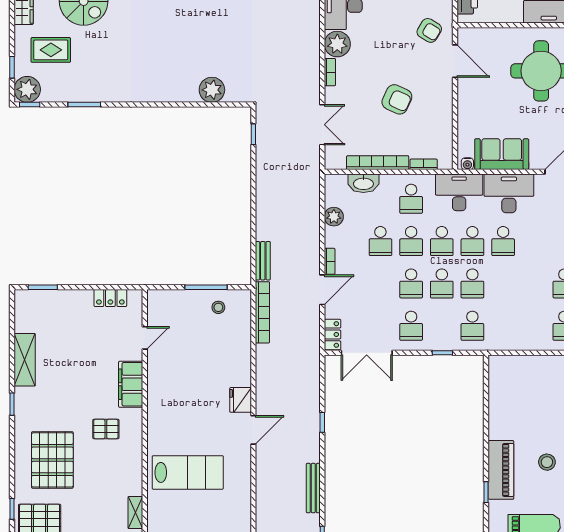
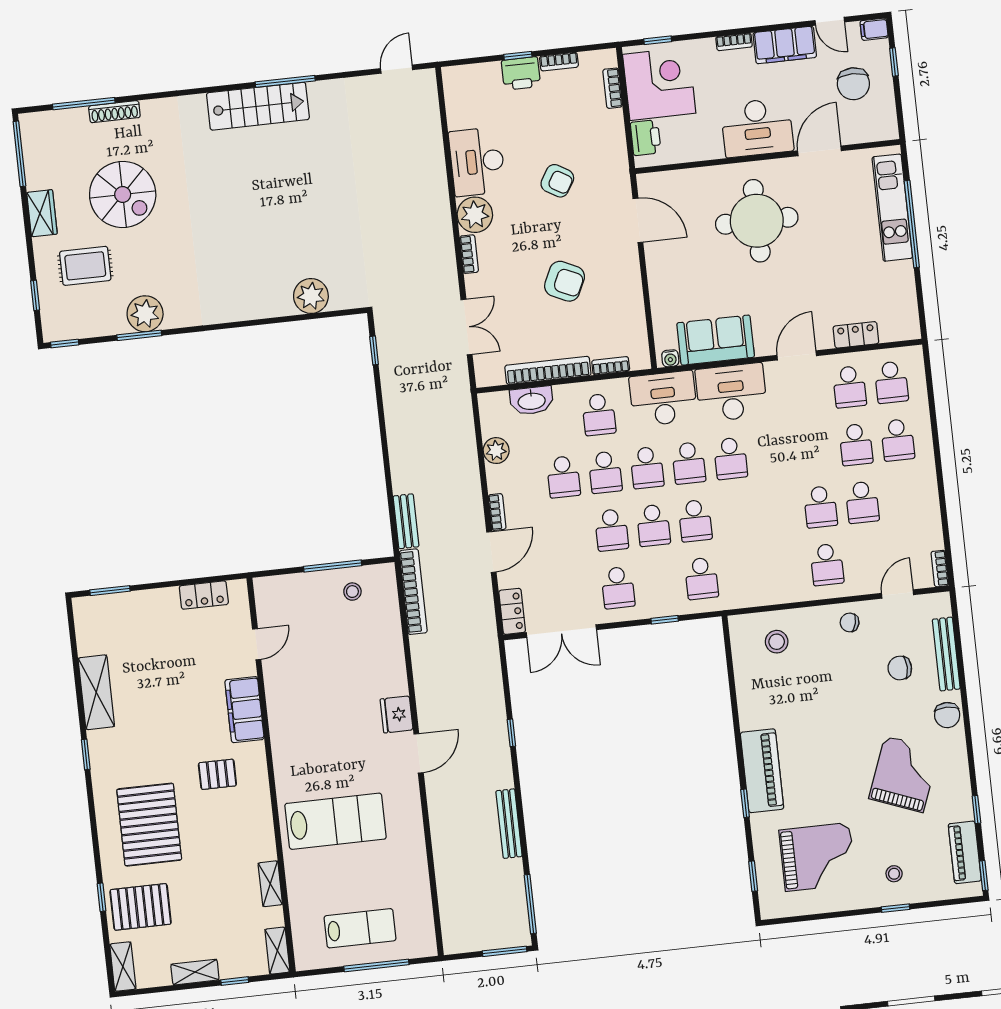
armchair: (429, 30) -> (557, 181), moved
plant: (27, 89) -> (145, 314), moved
stool: (547, 462) -> (777, 642), moved

